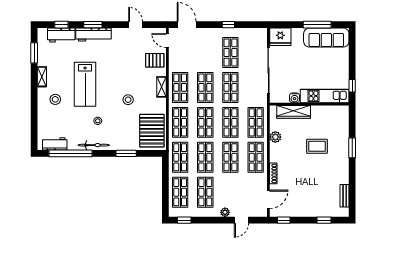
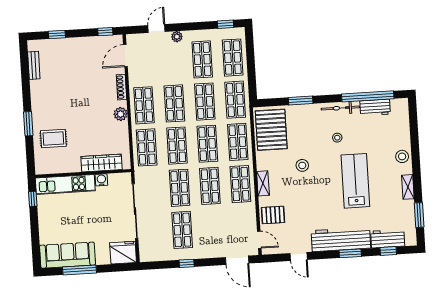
workbench: (93, 35) -> (341, 239), width x1.36, depth x1.32
stool: (55, 99) -> (402, 156), moved
plant: (275, 137) -> (121, 114), moved
workbench: (55, 144) -> (375, 107), moved
rug: (317, 146) -> (53, 139), moved

